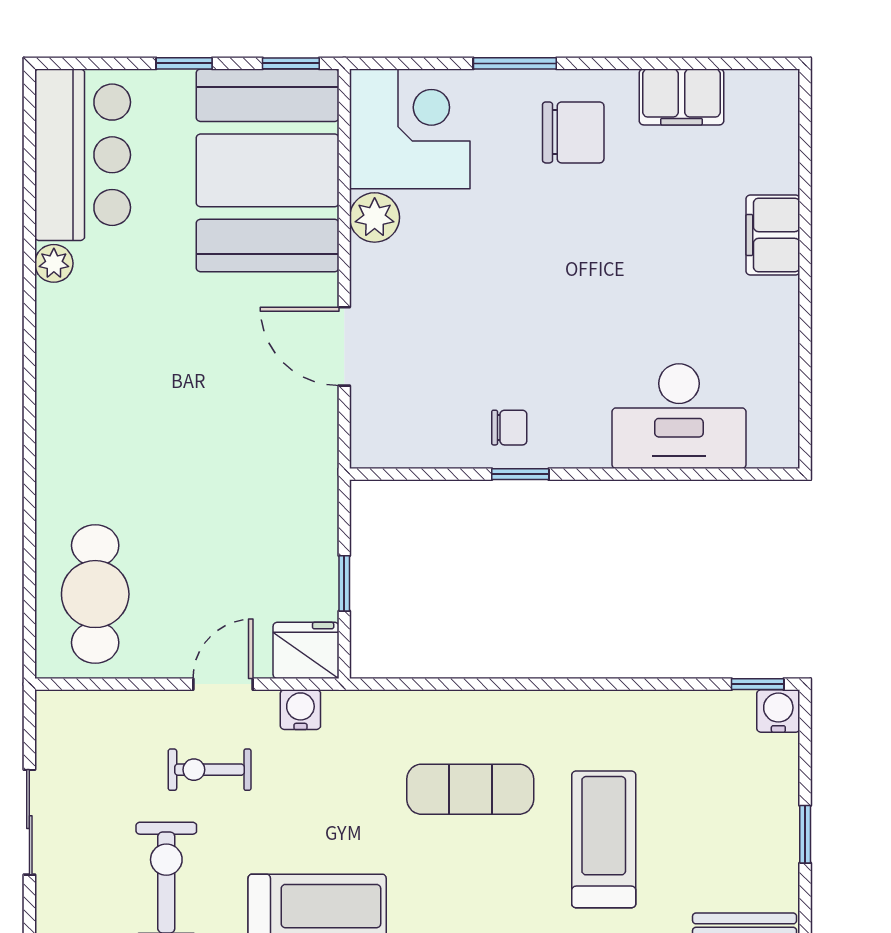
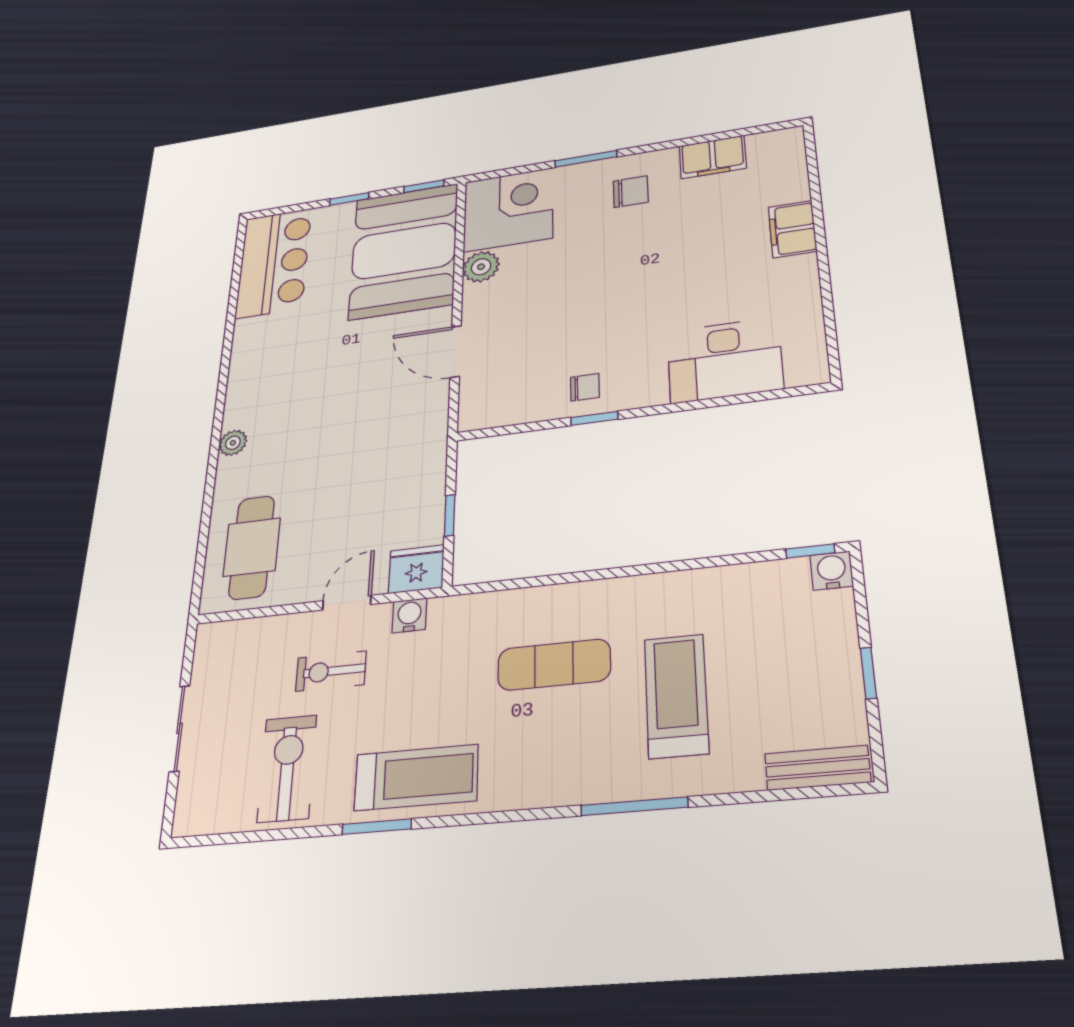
chair: (573, 132) -> (631, 192), width x0.73, depth x0.73
plant: (54, 263) -> (233, 443), moved

